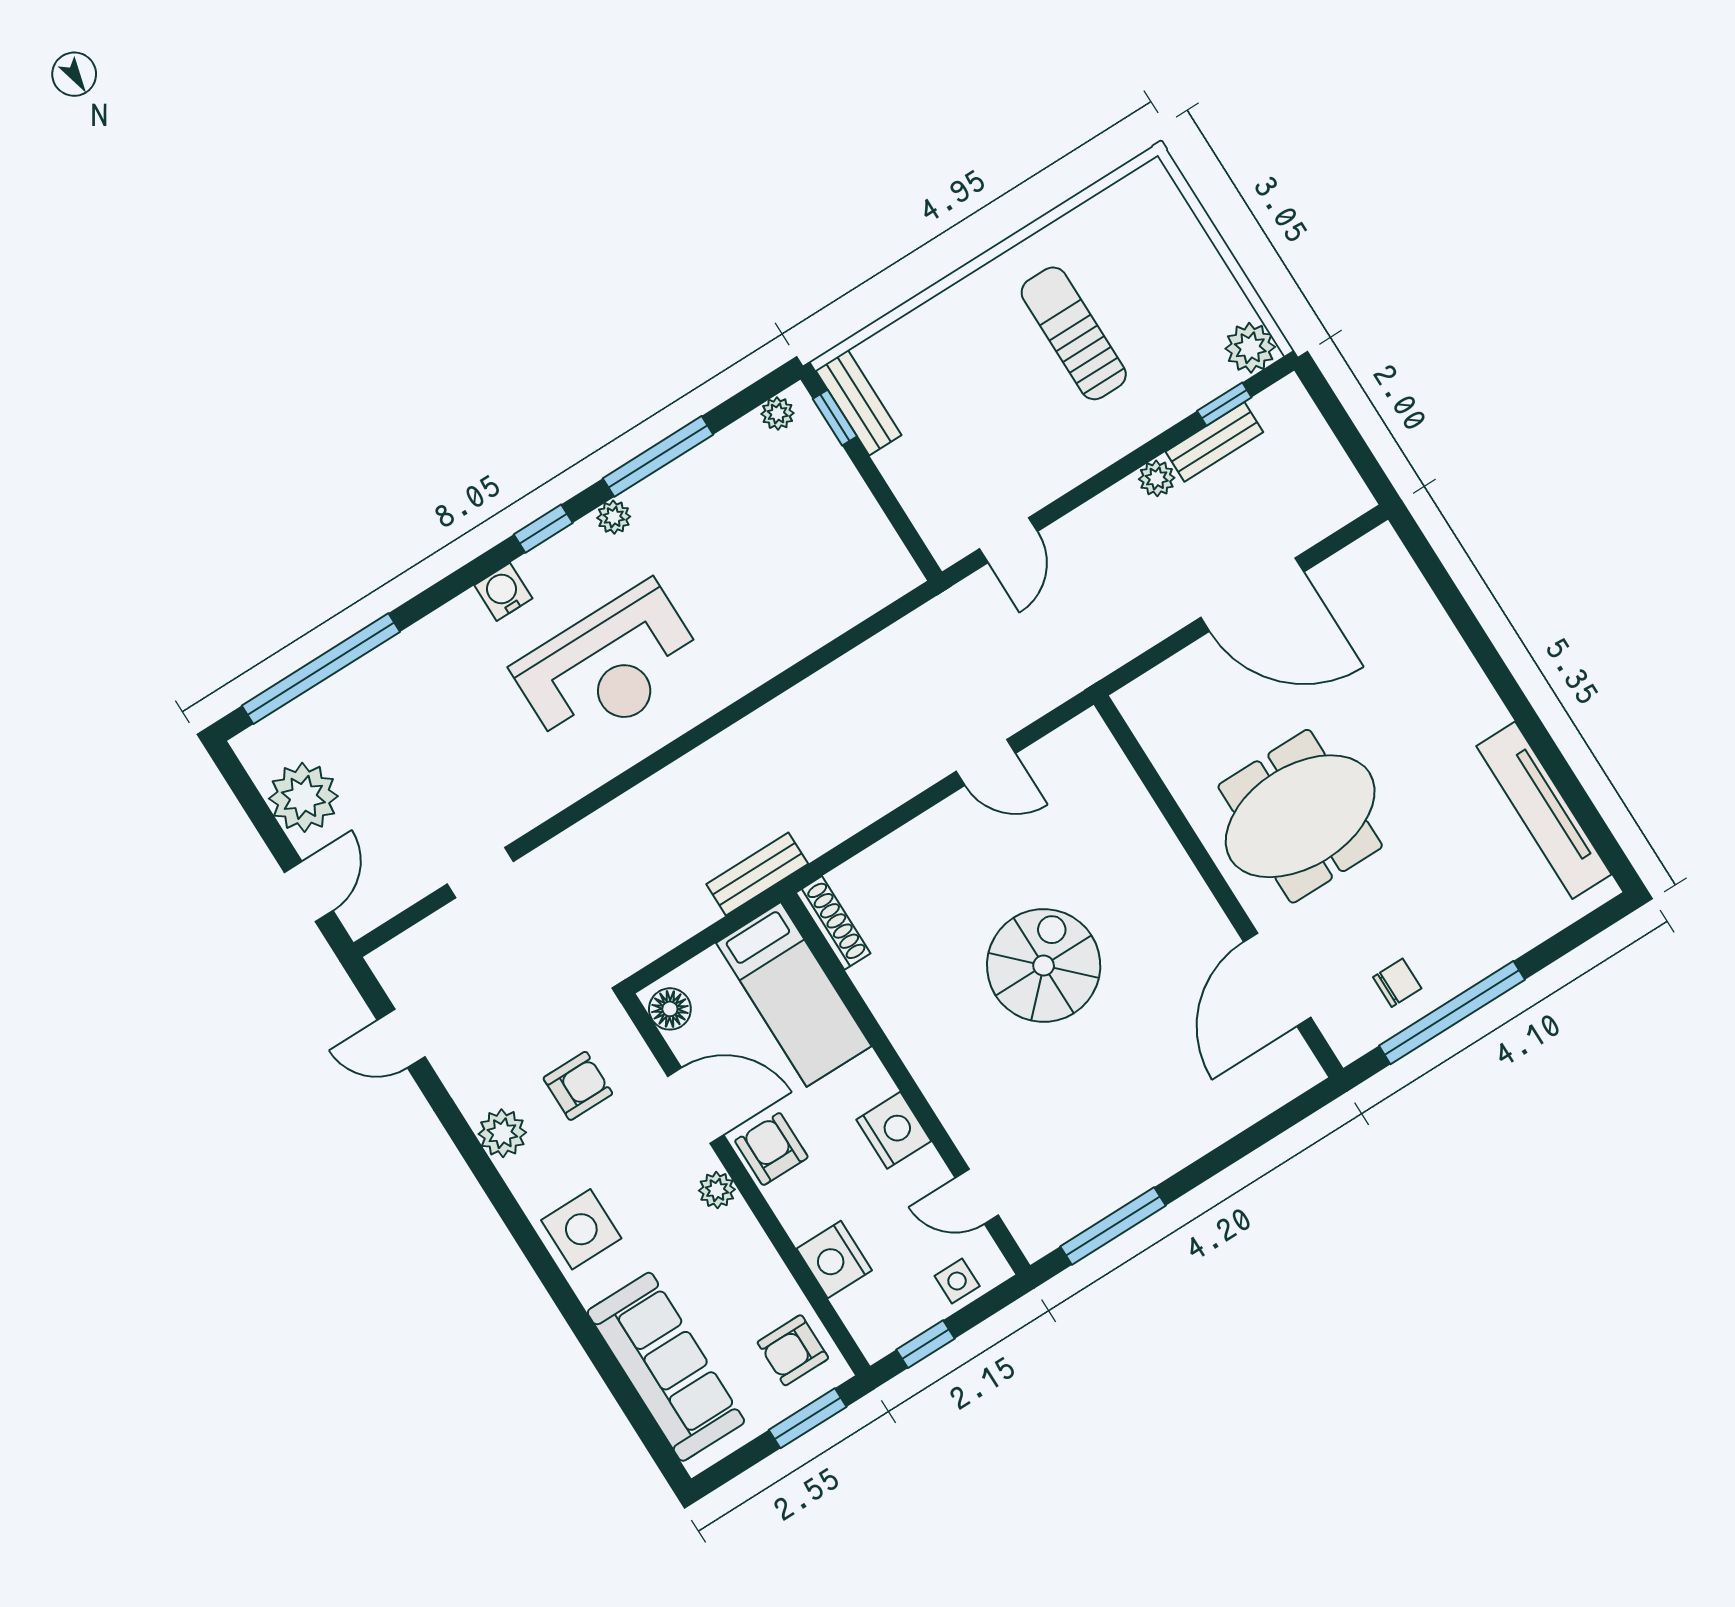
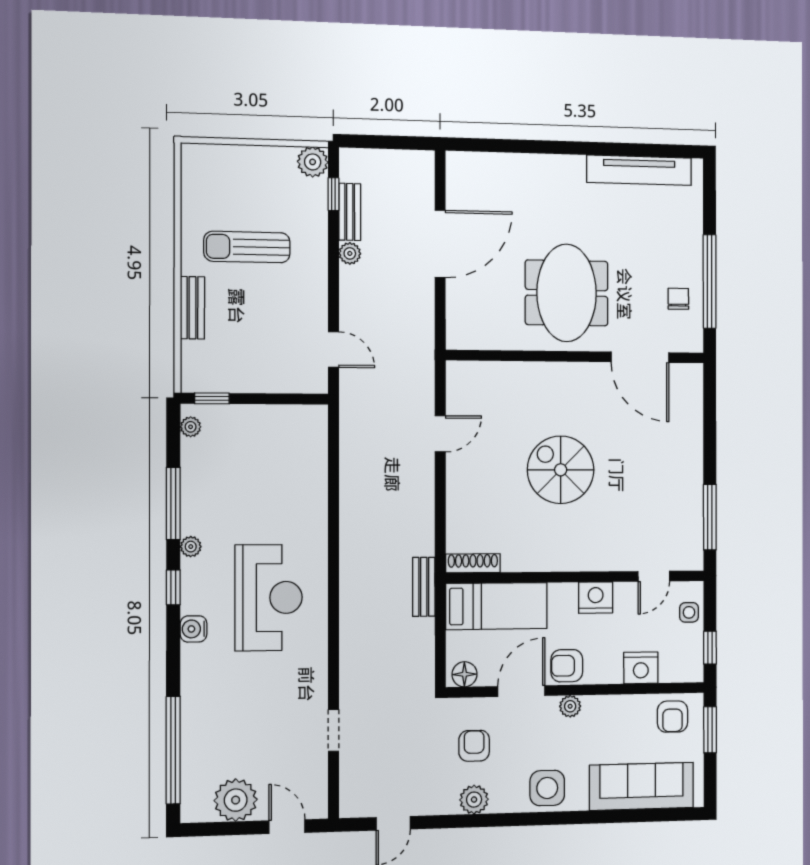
bench: (859, 403) -> (192, 308), moved, turned 90

